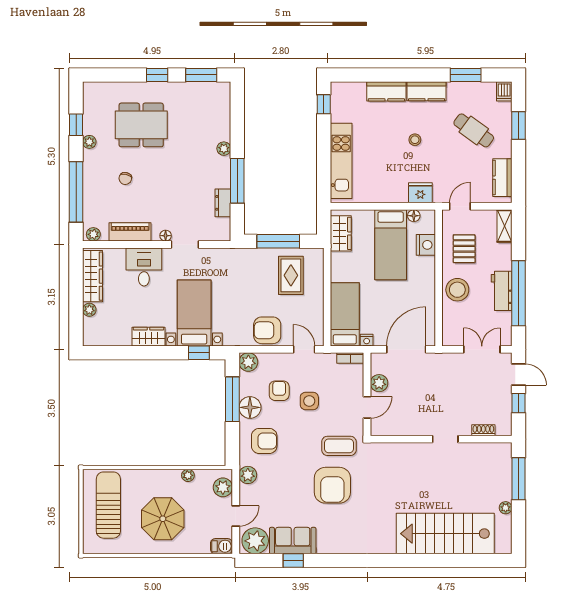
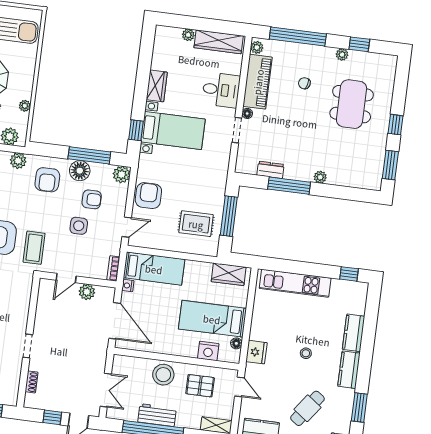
piano: (130, 232) -> (258, 82), width x1.37, depth x1.33
door: (367, 407) -> (66, 278), hinge flipped

